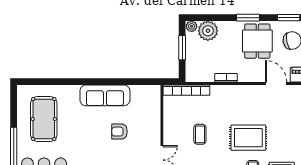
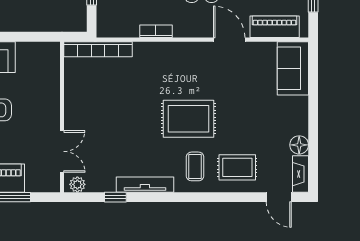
coffee table: (200, 134) -> (118, 114), removed

